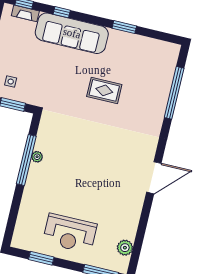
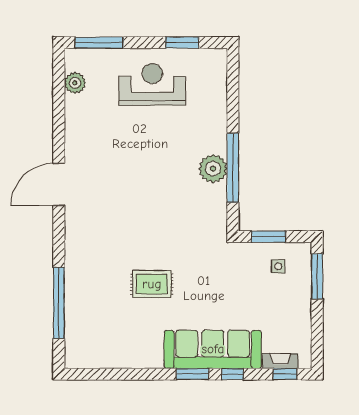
window: (124, 27) -> (192, 374), moved
plant: (37, 157) -> (213, 169), width x1.87, depth x1.87

